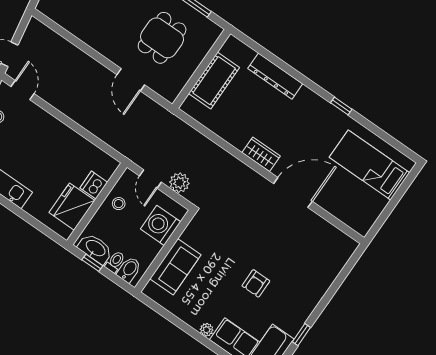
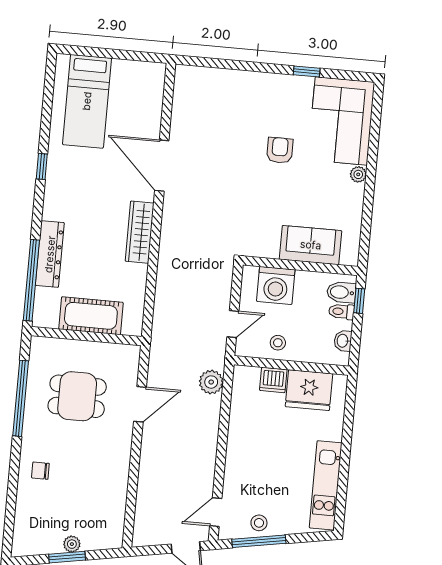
window: (264, 52) -> (31, 280), added
wardrobe: (261, 154) -> (140, 232), width x1.50
plant: (179, 183) -> (211, 382), moved
washbasin: (95, 249) -> (343, 341), width x0.52, depth x0.69
window: (92, 263) -> (359, 301), moved
armchair: (256, 283) -> (280, 150), turned -90

